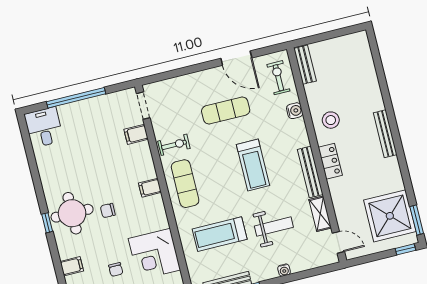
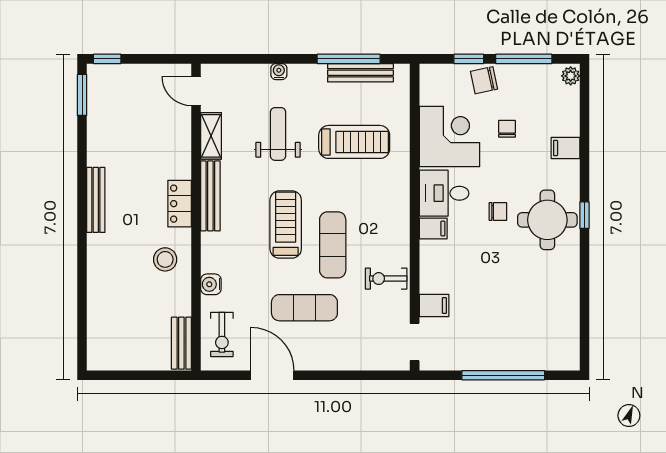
desk: (44, 127) -> (444, 193), moved, turned 90
bench: (385, 134) -> (96, 200), moved
exercise mat: (185, 184) -> (333, 245), moved
shower: (390, 216) -> (117, 110), removed
weight bench: (274, 227) -> (278, 134), turned 90

